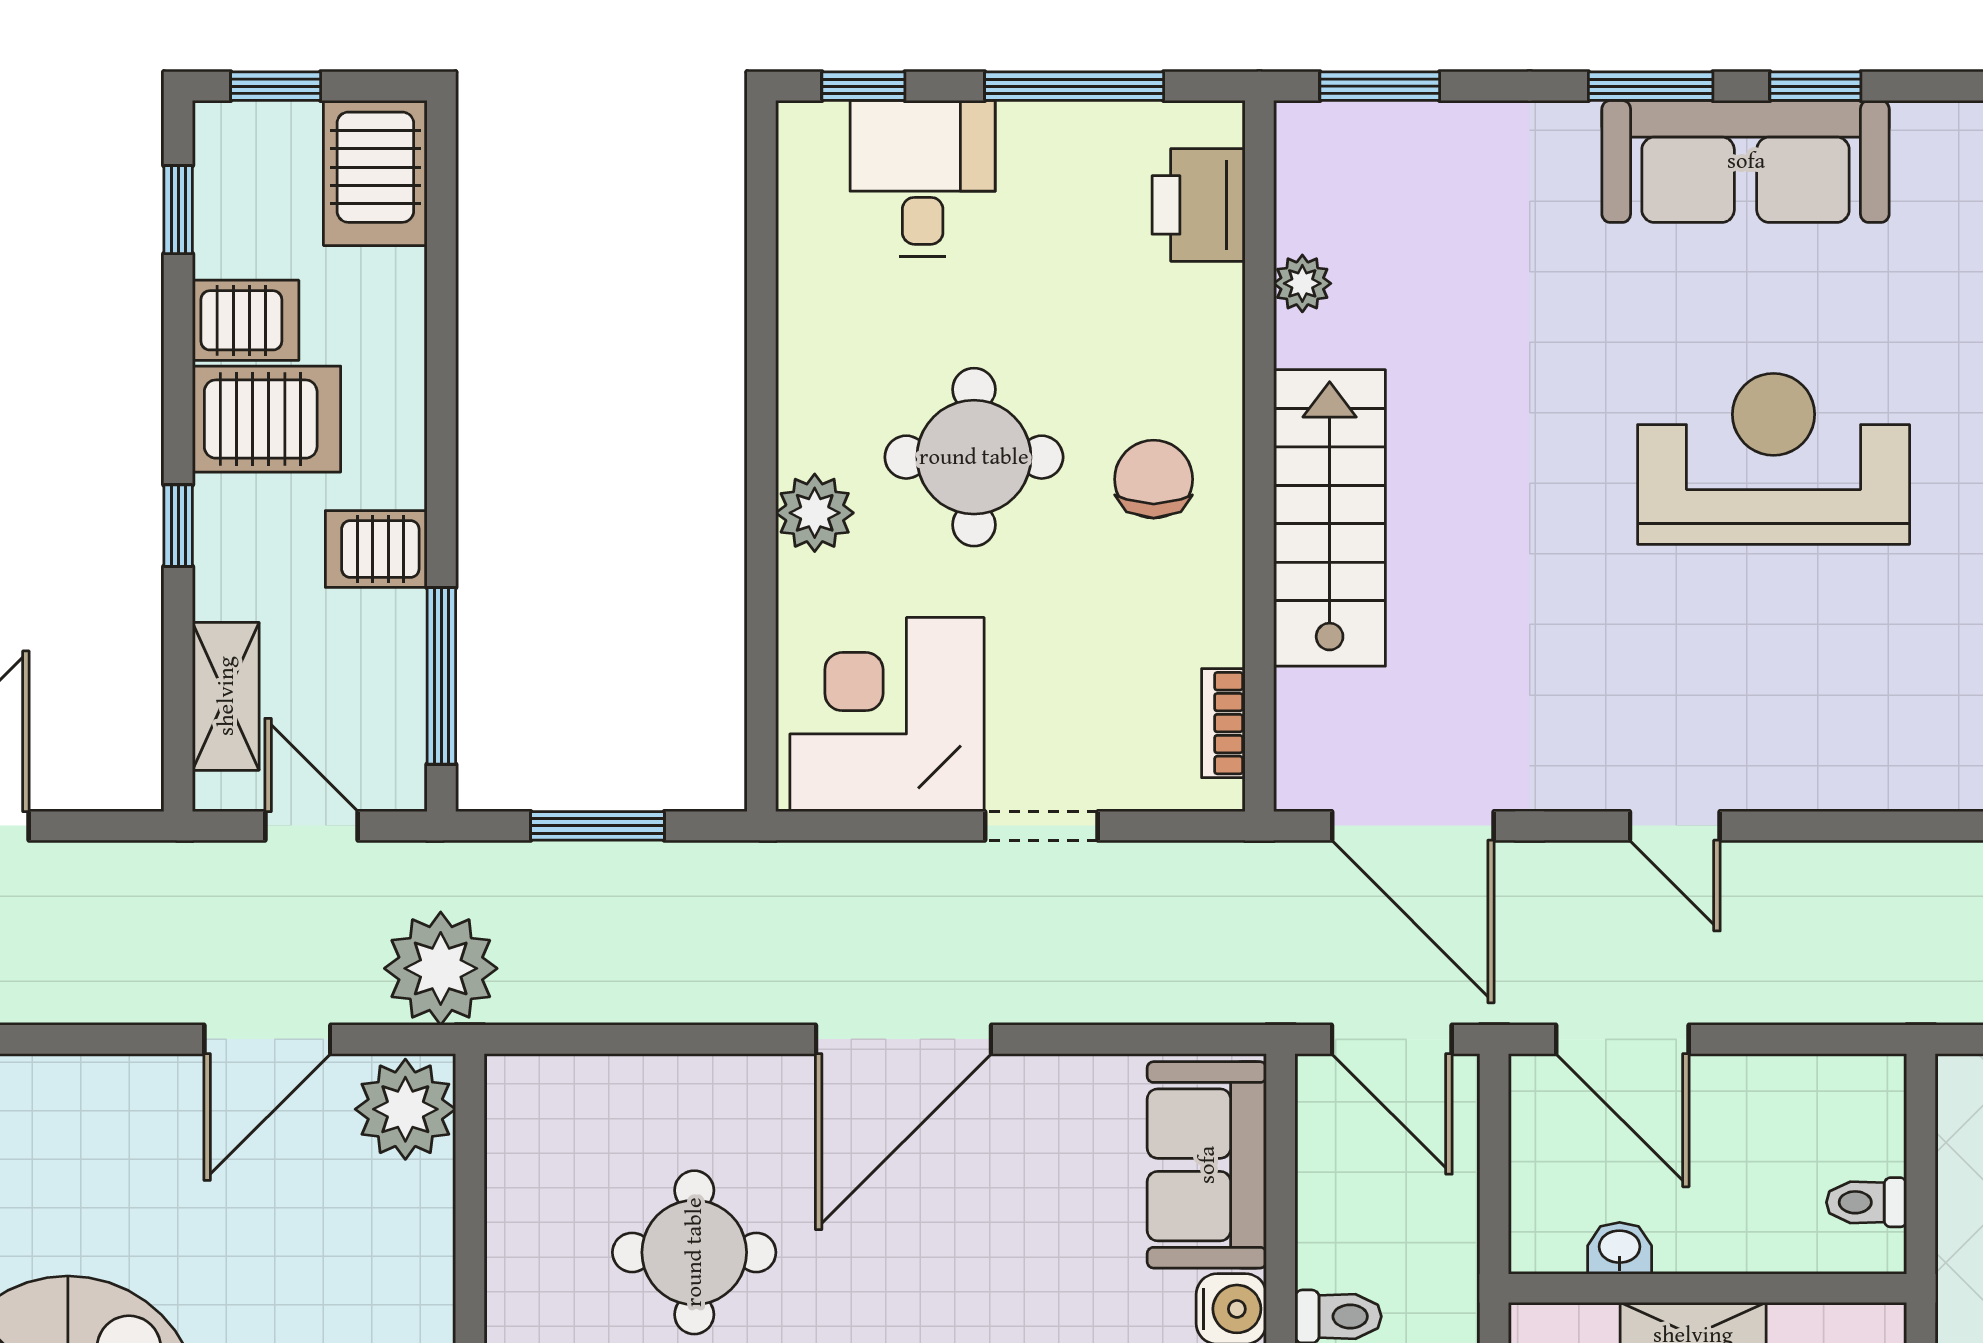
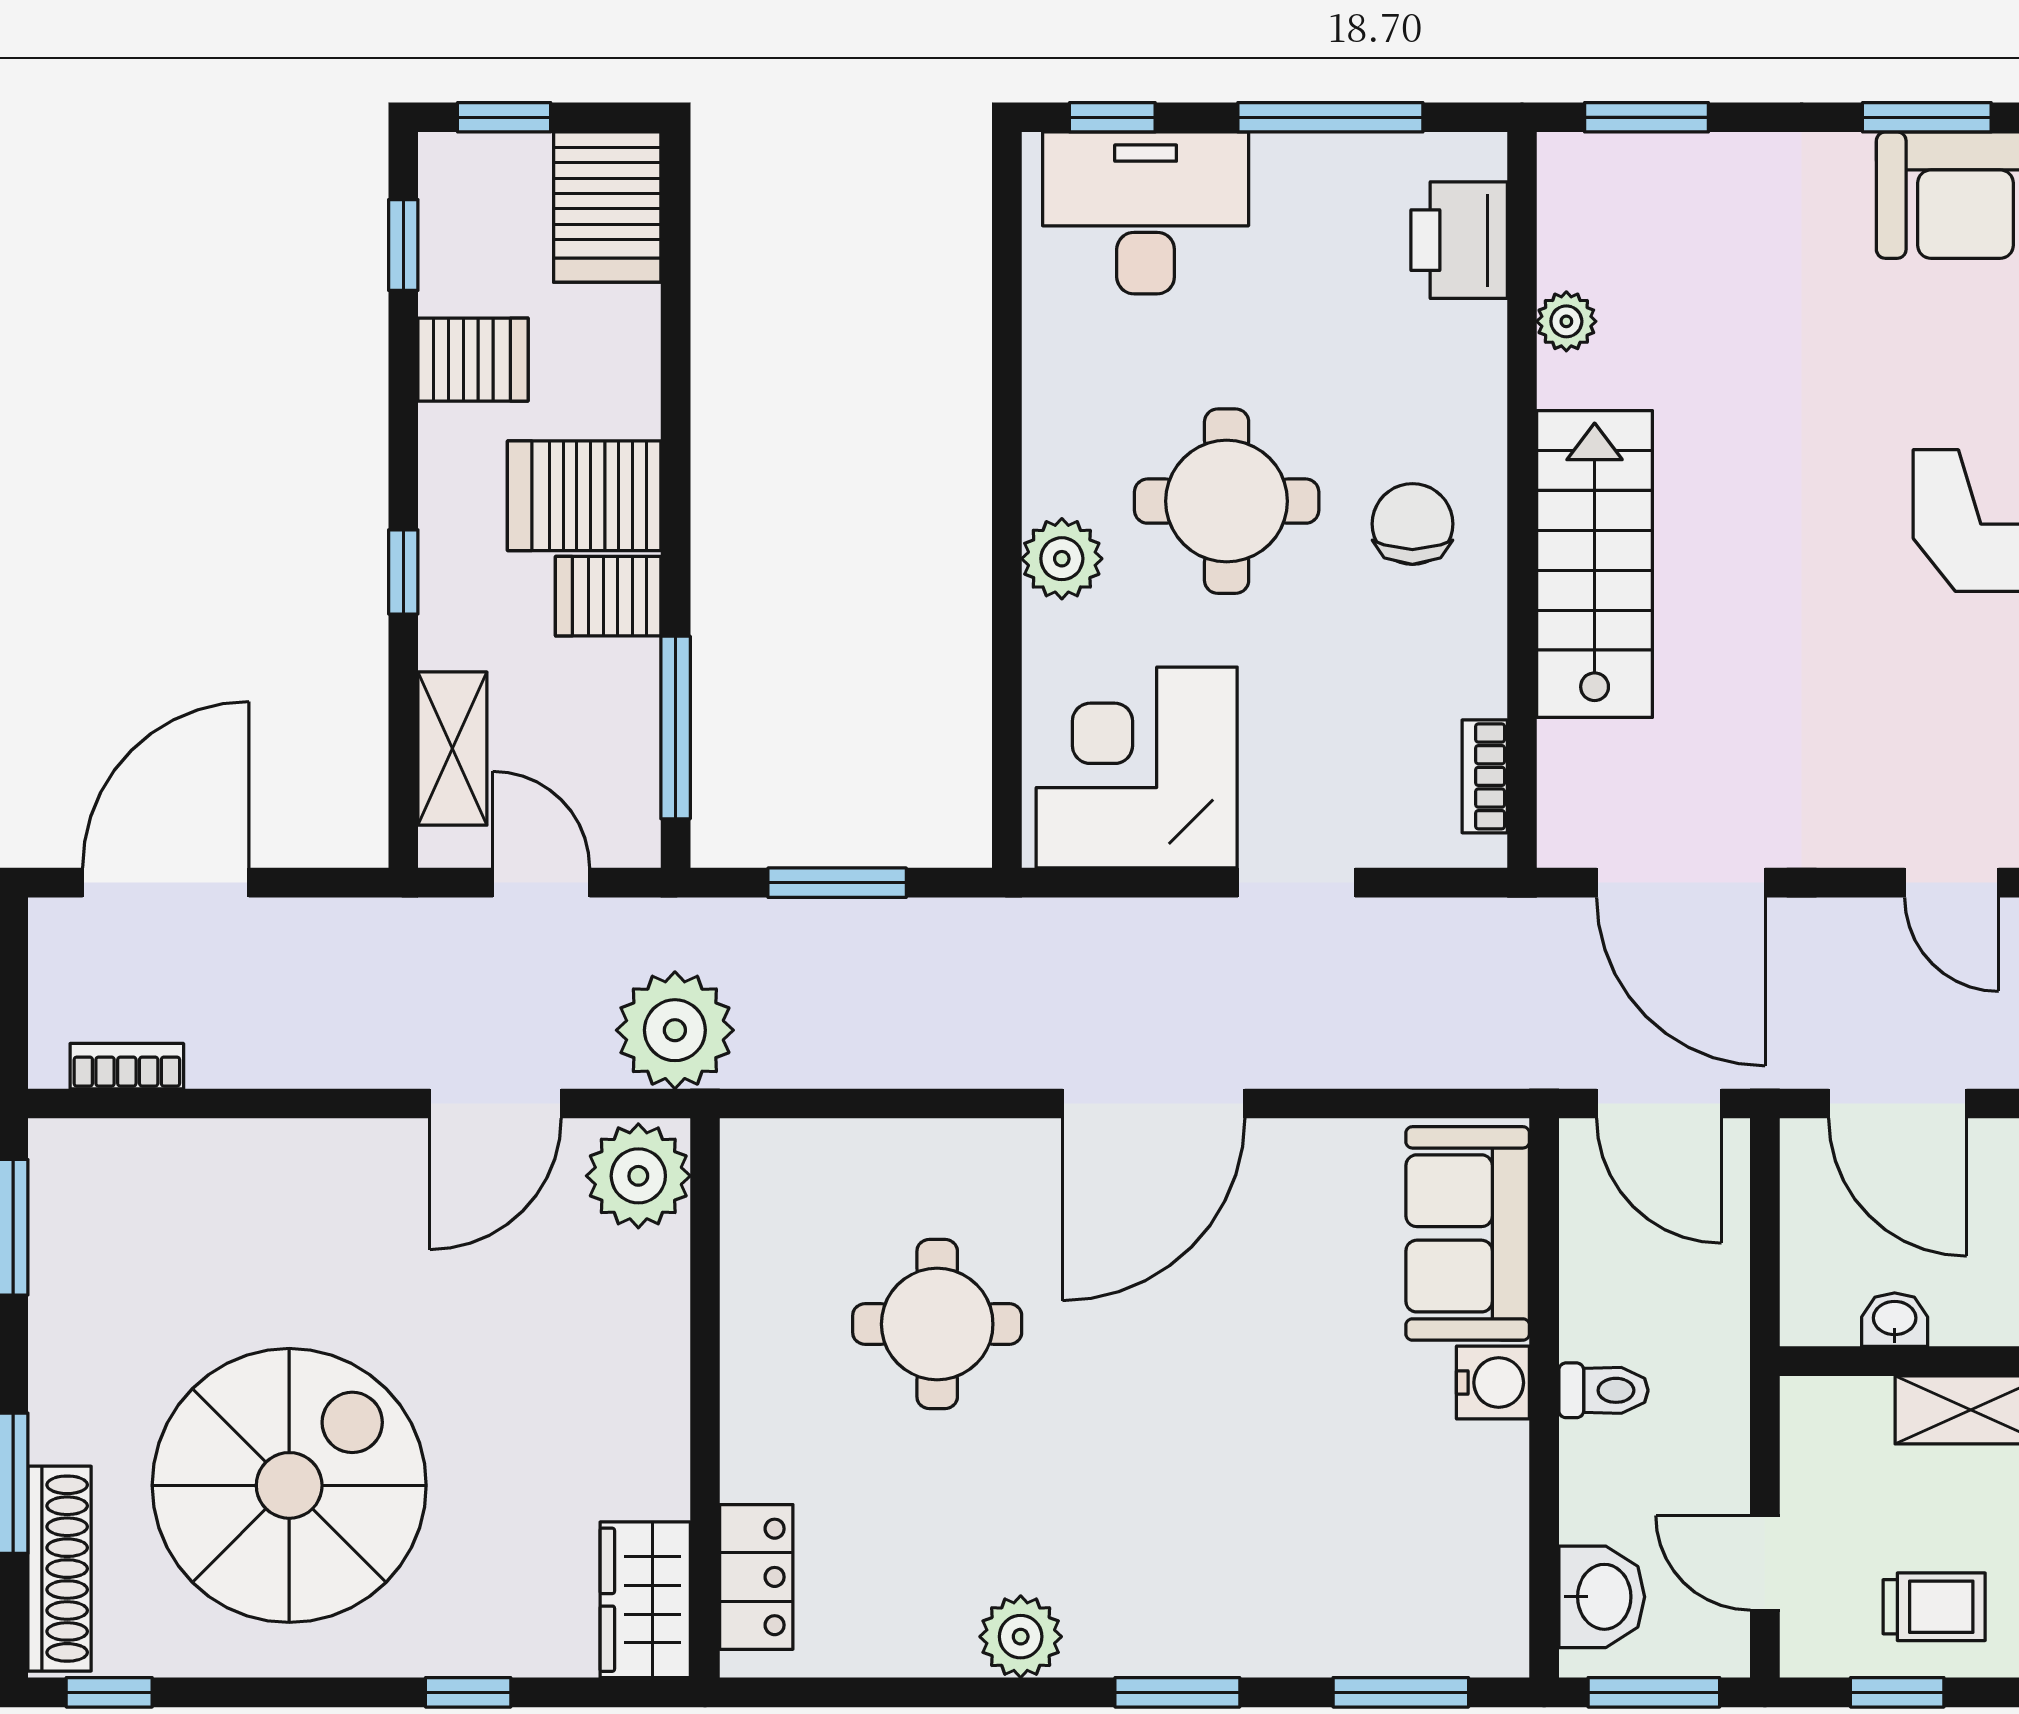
desk: (923, 179) -> (1146, 213), width x1.37
server rack: (267, 419) -> (584, 496), moved, turned 180

